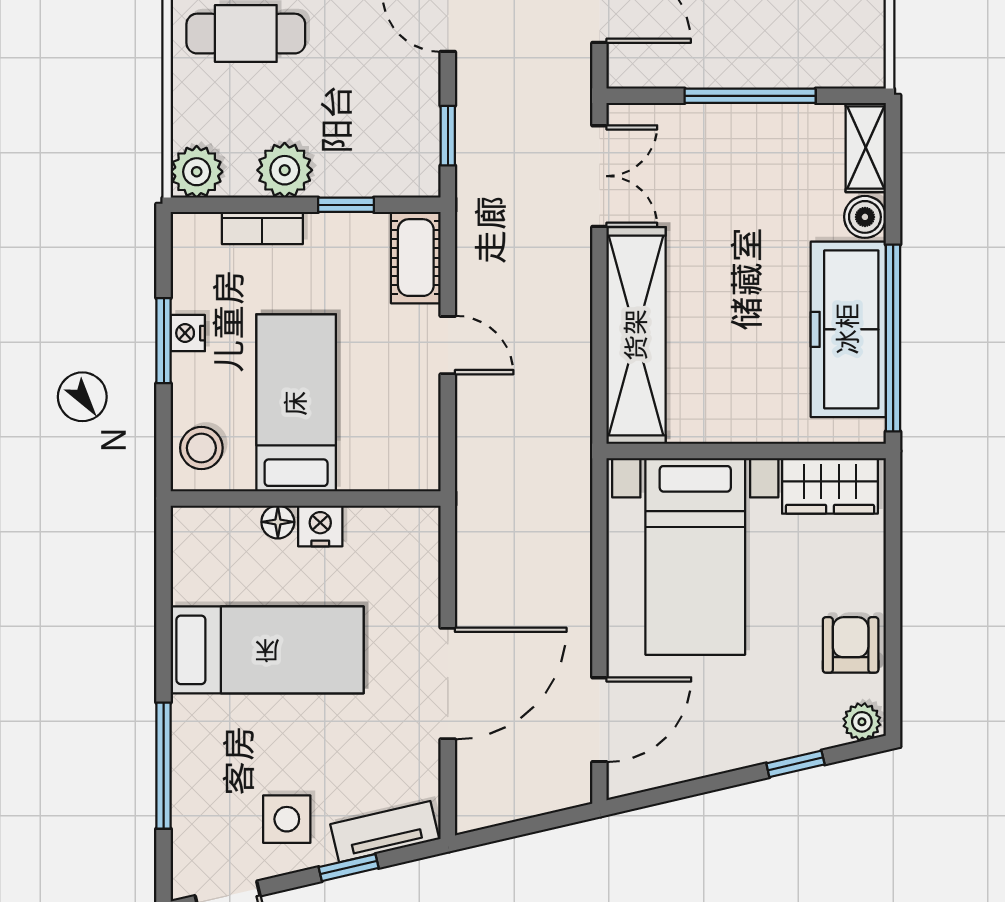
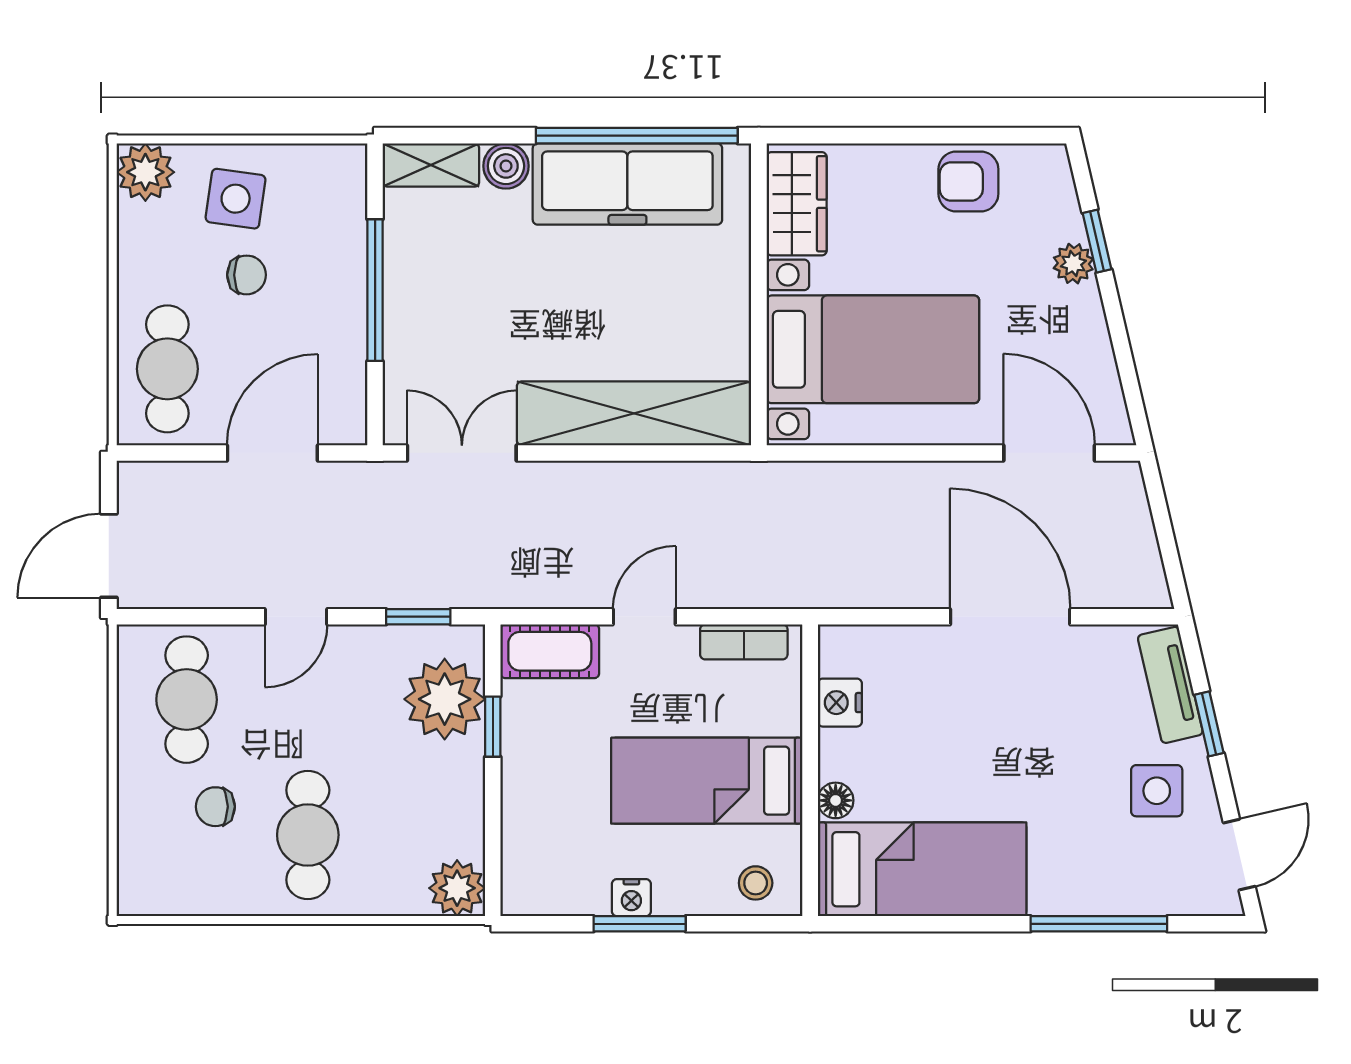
plant: (285, 170) -> (445, 699), moved, width x1.36, depth x1.36
bookcase: (262, 228) -> (744, 642), moved, turned 90
stool: (201, 448) -> (756, 883), width x0.73, depth x0.73
nightstand: (320, 526) -> (840, 703), moved
bed: (267, 650) -> (922, 869), moved, turned 90
plant: (862, 722) -> (1073, 264), moved

